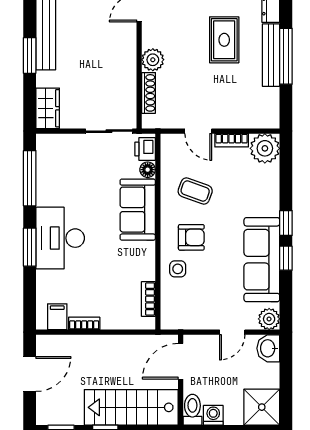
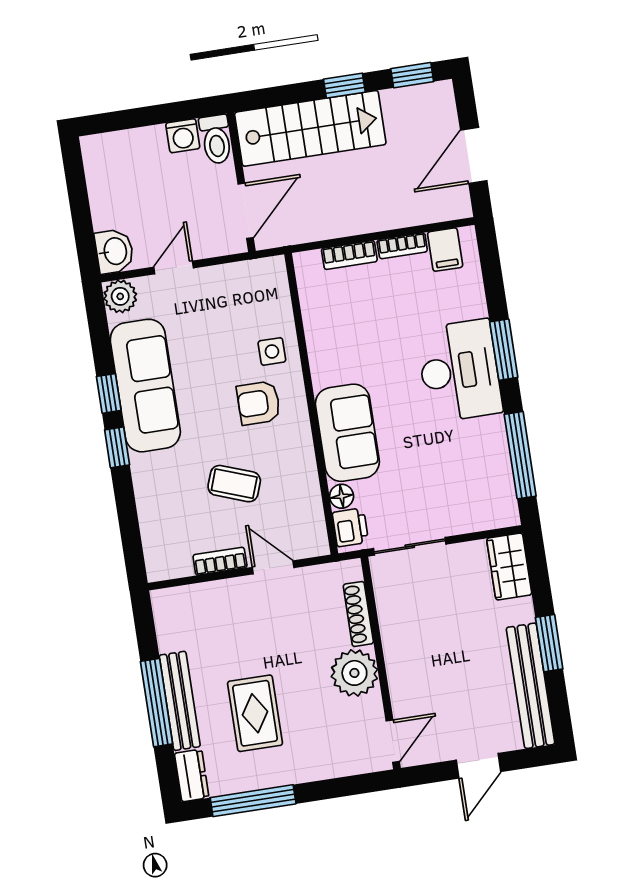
plant: (153, 60) -> (354, 673), width x1.36, depth x1.36
plant: (265, 148) -> (167, 557), removed
coffee table: (195, 191) -> (234, 484), moved
bookcase: (148, 299) -> (349, 255), moved, turned 90
shower: (262, 407) -> (110, 160), removed

